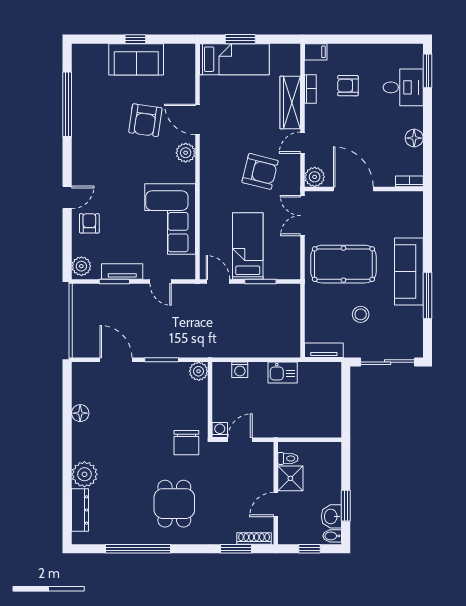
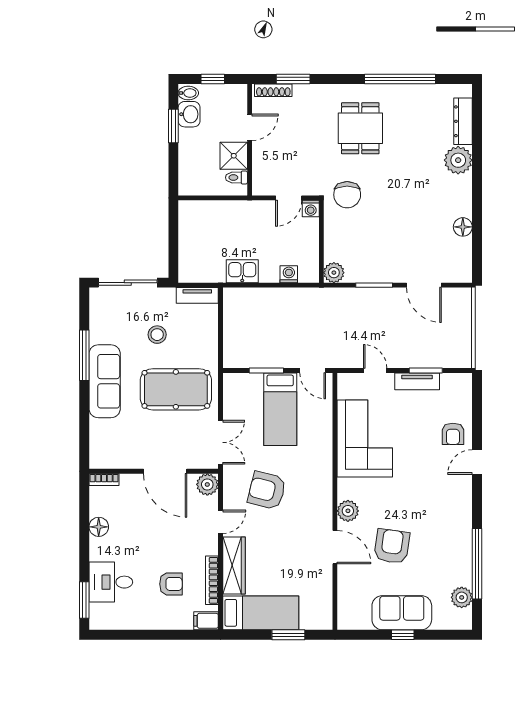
bed: (234, 59) -> (261, 613), moved, turned 180
bookcase: (310, 89) -> (212, 580), width x1.56
plant: (81, 266) -> (462, 597), moved
chair: (186, 443) -> (347, 195), turned 180

